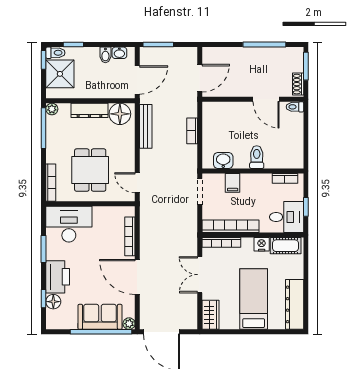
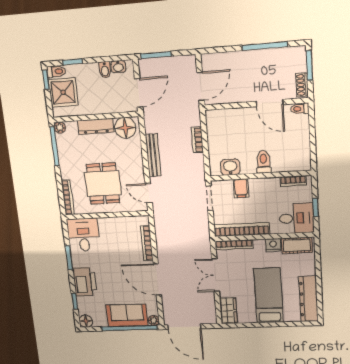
bench: (146, 126) -> (153, 155), moved
desk: (69, 224) -> (83, 235), width x0.73
floor lamp: (53, 302) -> (86, 321), moved

